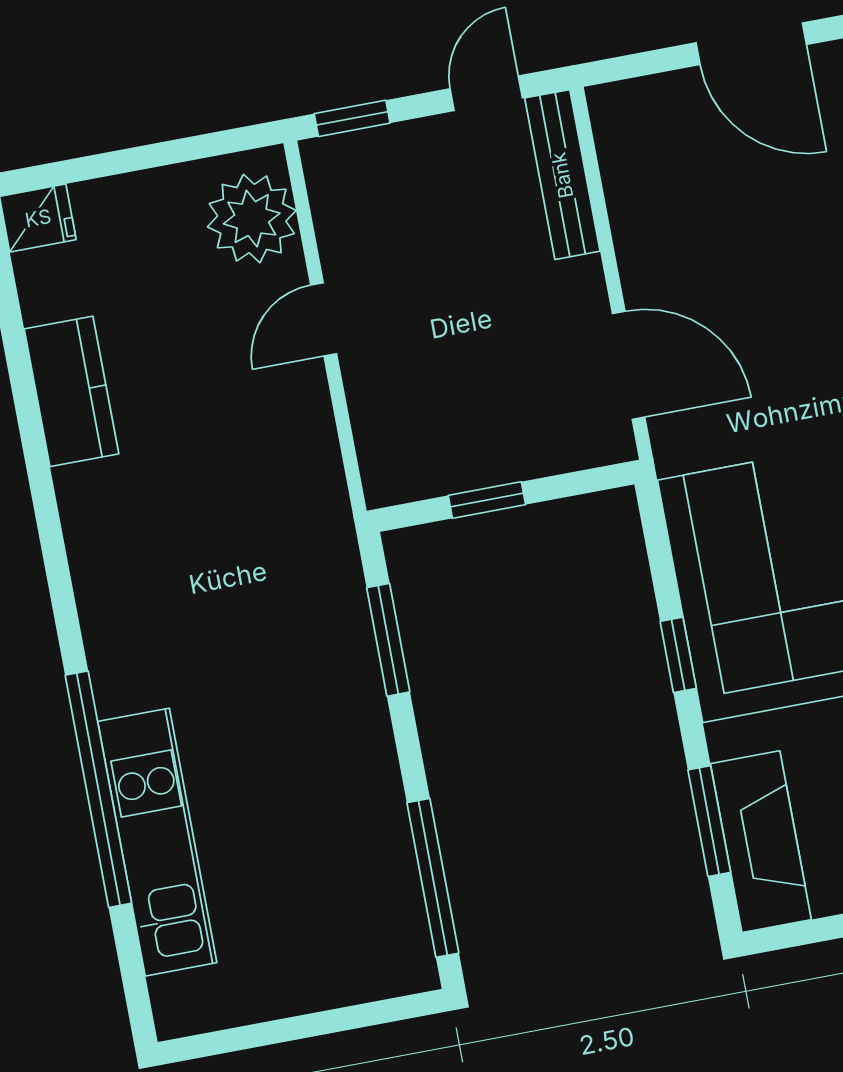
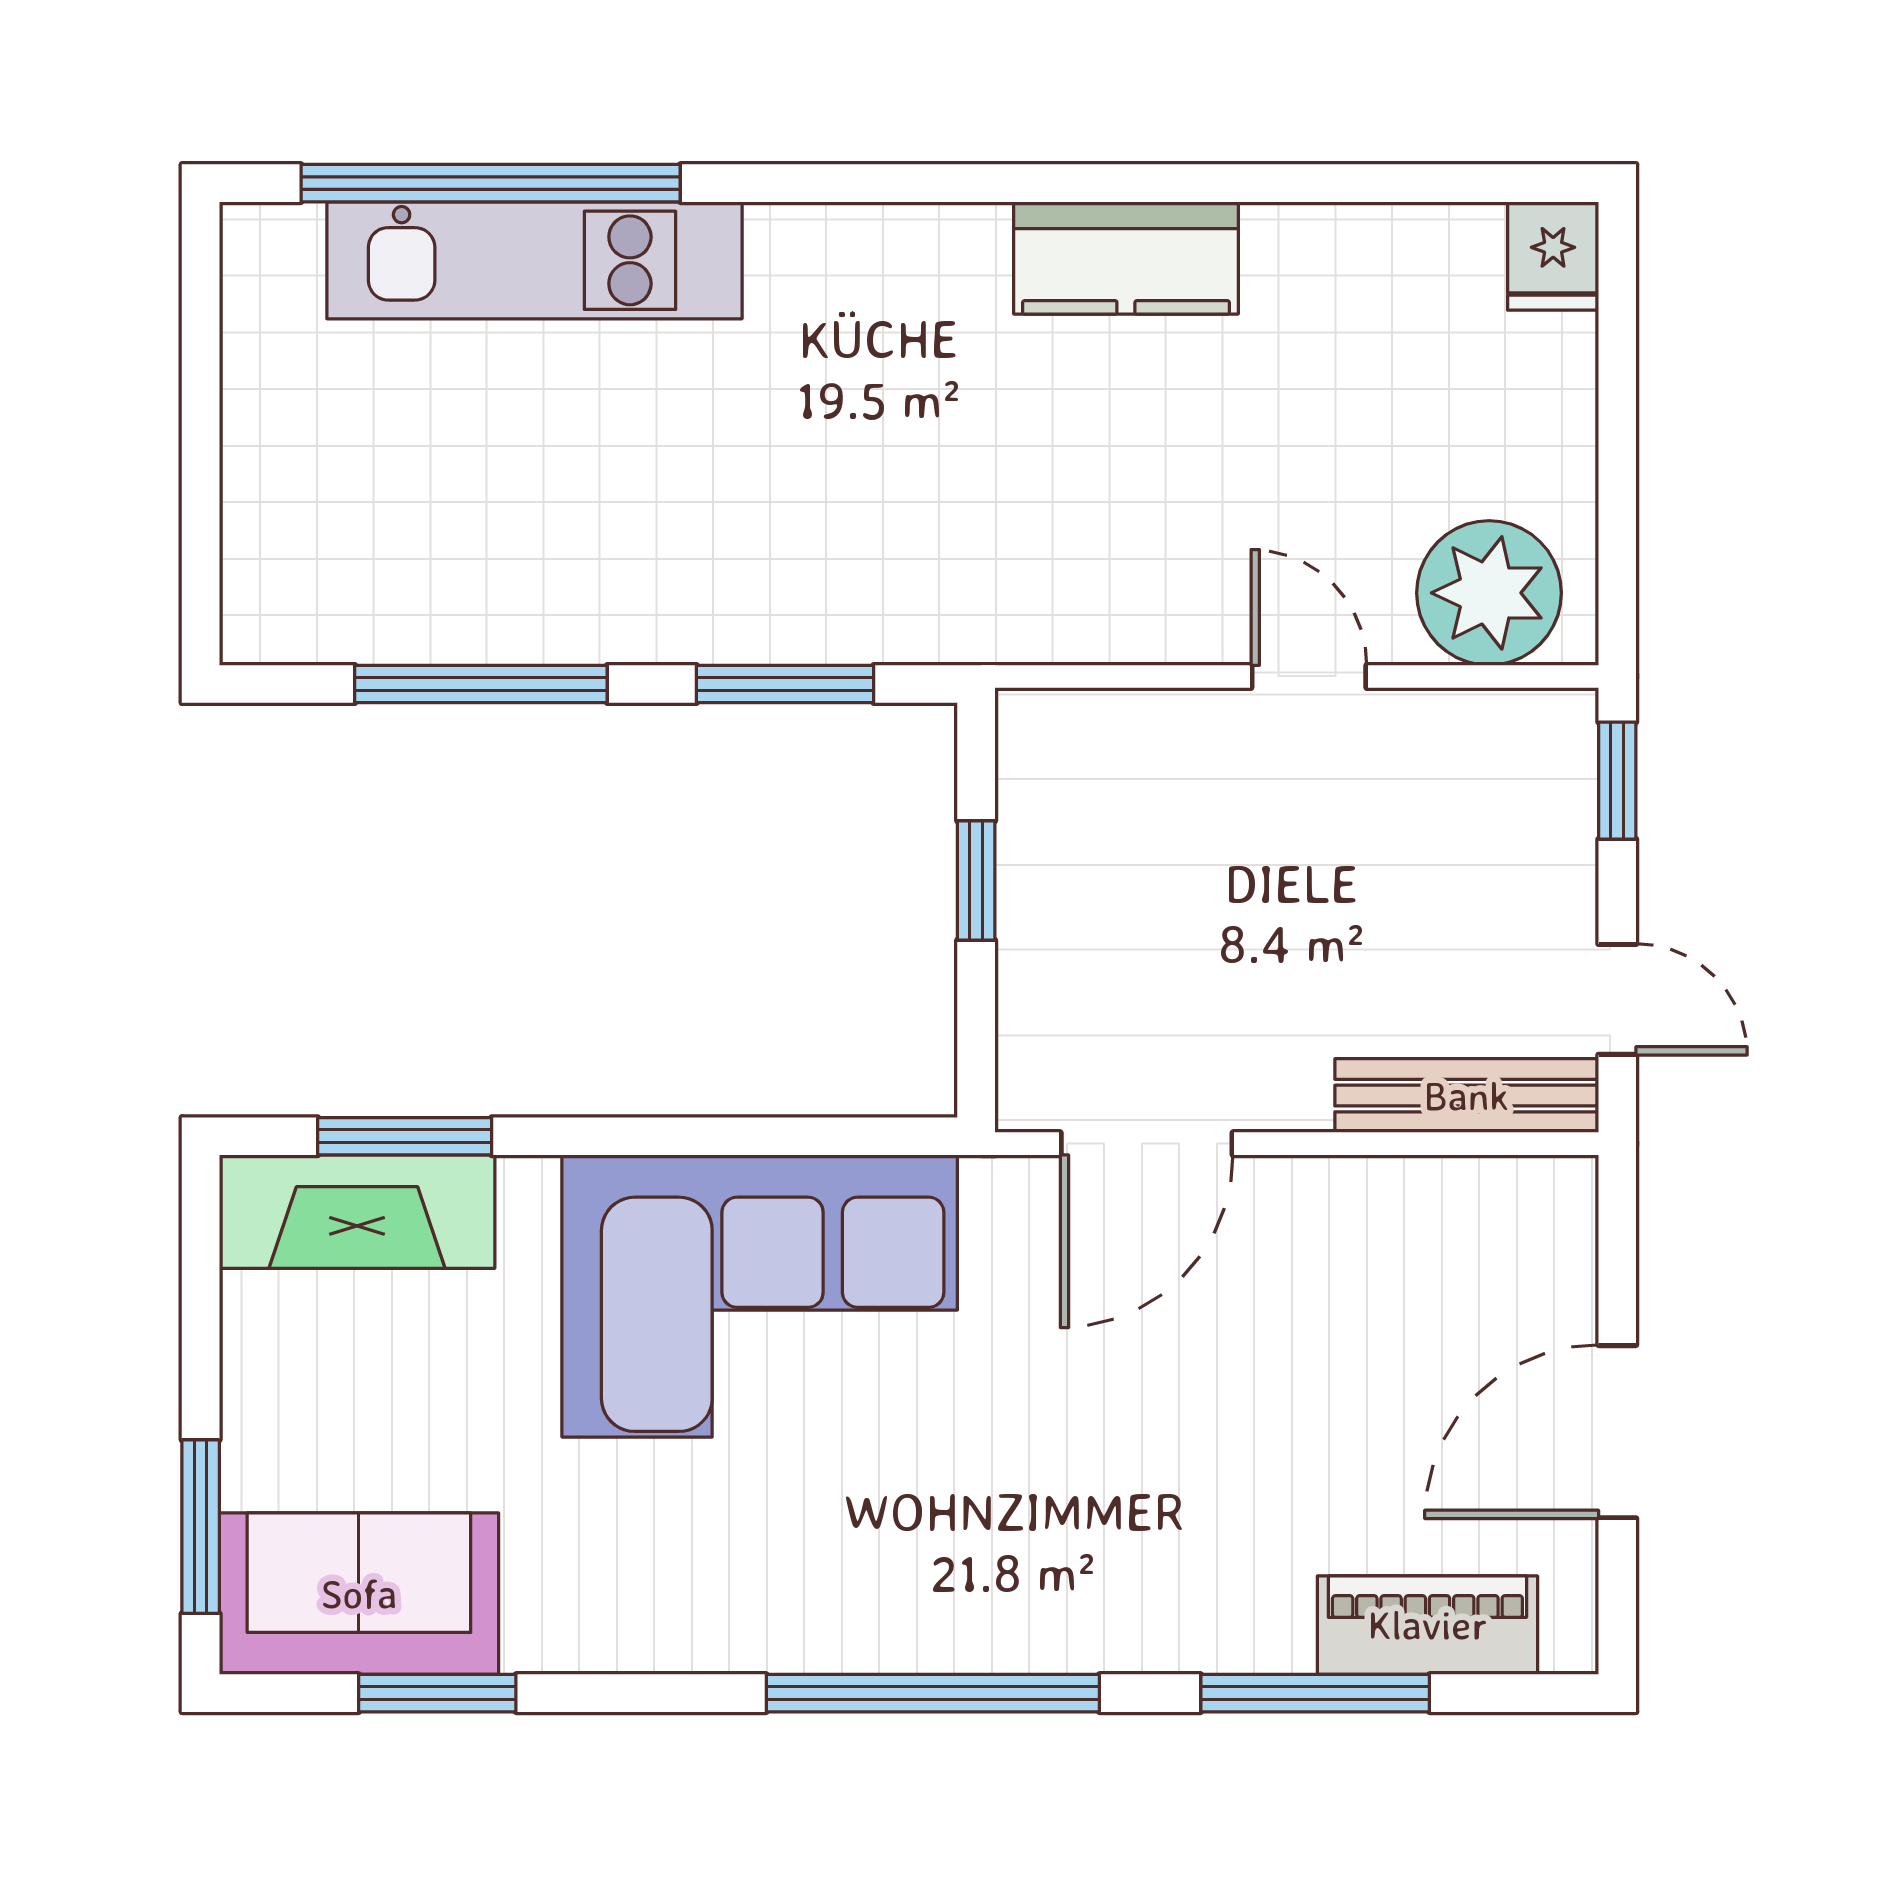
kitchen counter: (71, 391) -> (1126, 258), moved
window: (678, 655) -> (676, 1136), removed
window: (98, 789) -> (491, 183), moved
window: (433, 878) -> (481, 684), moved

